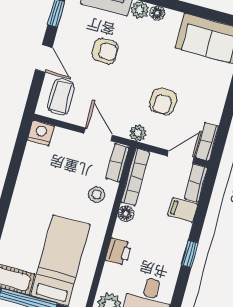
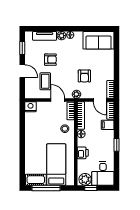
coffee table: (61, 97) -> (45, 81), moved
door: (180, 157) -> (100, 100), swing flipped

